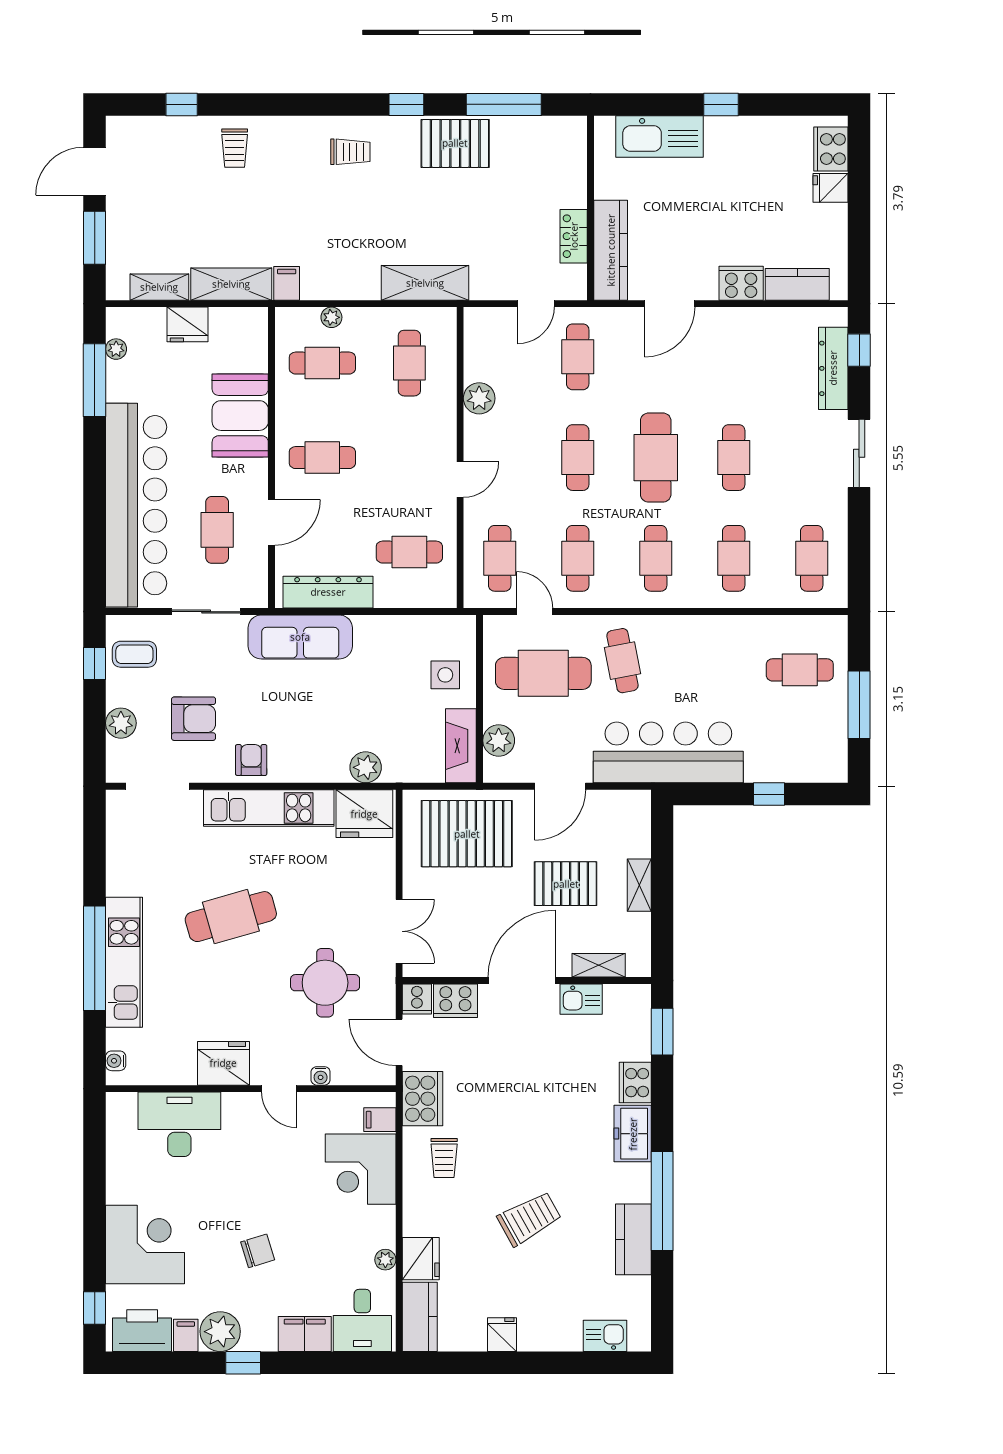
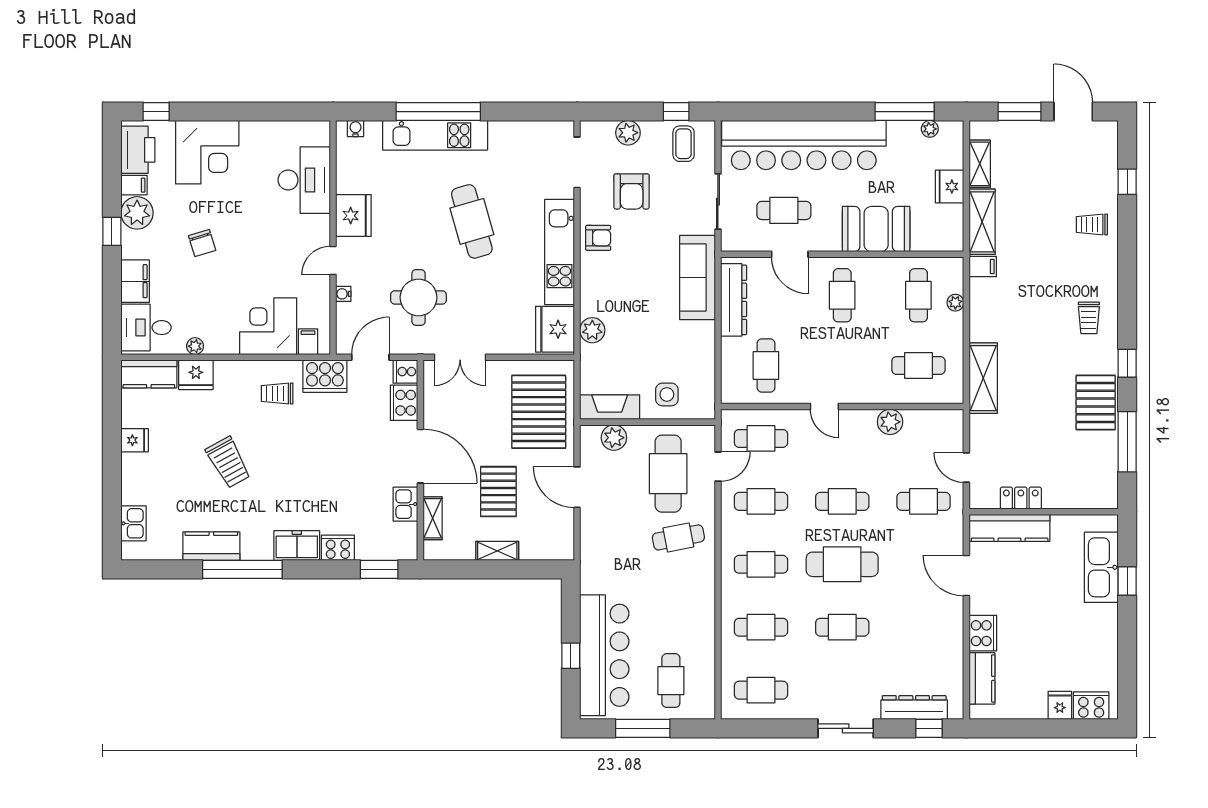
window: (721, 104) -> (1127, 581), moved
bar counter: (668, 752) -> (604, 655), moved

